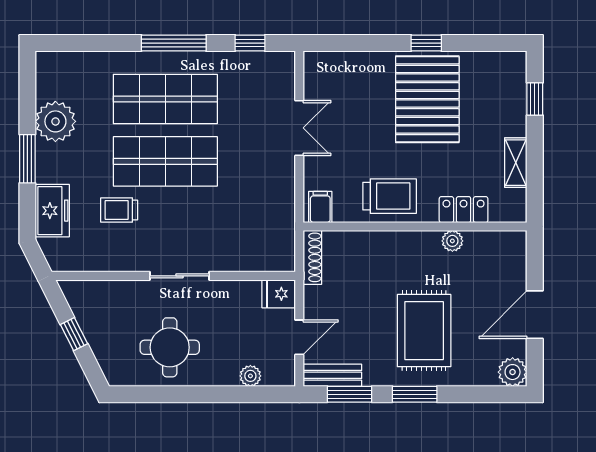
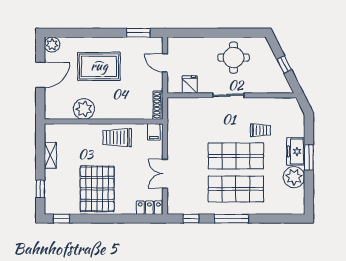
window: (426, 43) -> (61, 219), moved
locker: (464, 210) -> (149, 208), moved, turned 180
freezer: (52, 211) -> (296, 151), moved
plant: (452, 241) -> (84, 109), width x1.88, depth x1.88
fridge: (279, 294) -> (190, 84), moved, turned -90
rug: (424, 331) -> (99, 66), turned 90
door: (299, 337) -> (165, 63), hinge flipped
bench: (332, 375) -> (147, 43), removed
plant: (250, 376) -> (191, 42), removed
window: (415, 394) -> (104, 33), removed

